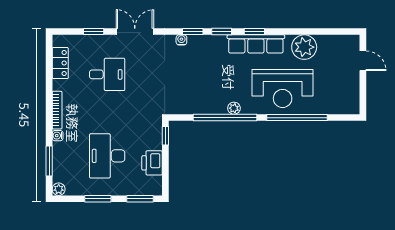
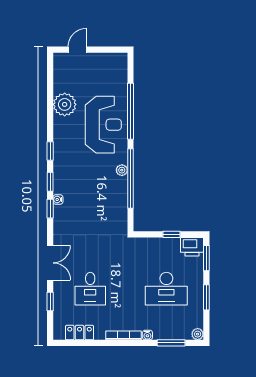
double door: (135, 32) -> (50, 263), swing flipped
water cooler: (181, 40) -> (58, 199), moved
row of seats: (256, 44) -> (62, 150), removed
desk: (107, 74) -> (90, 289), turned 180
window: (165, 136) -> (171, 234), moved
printer: (152, 163) -> (192, 247), moved

